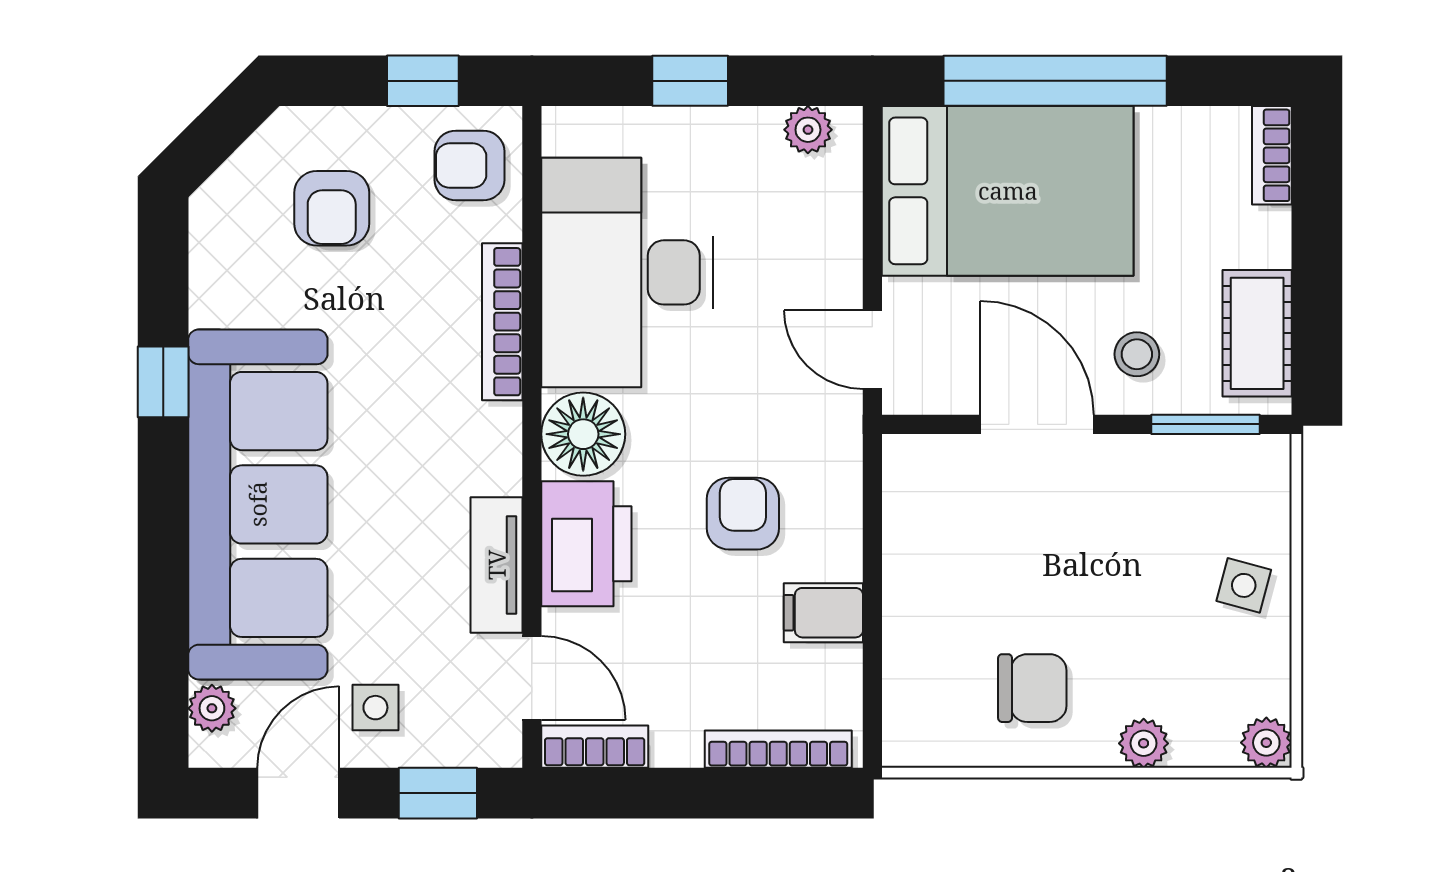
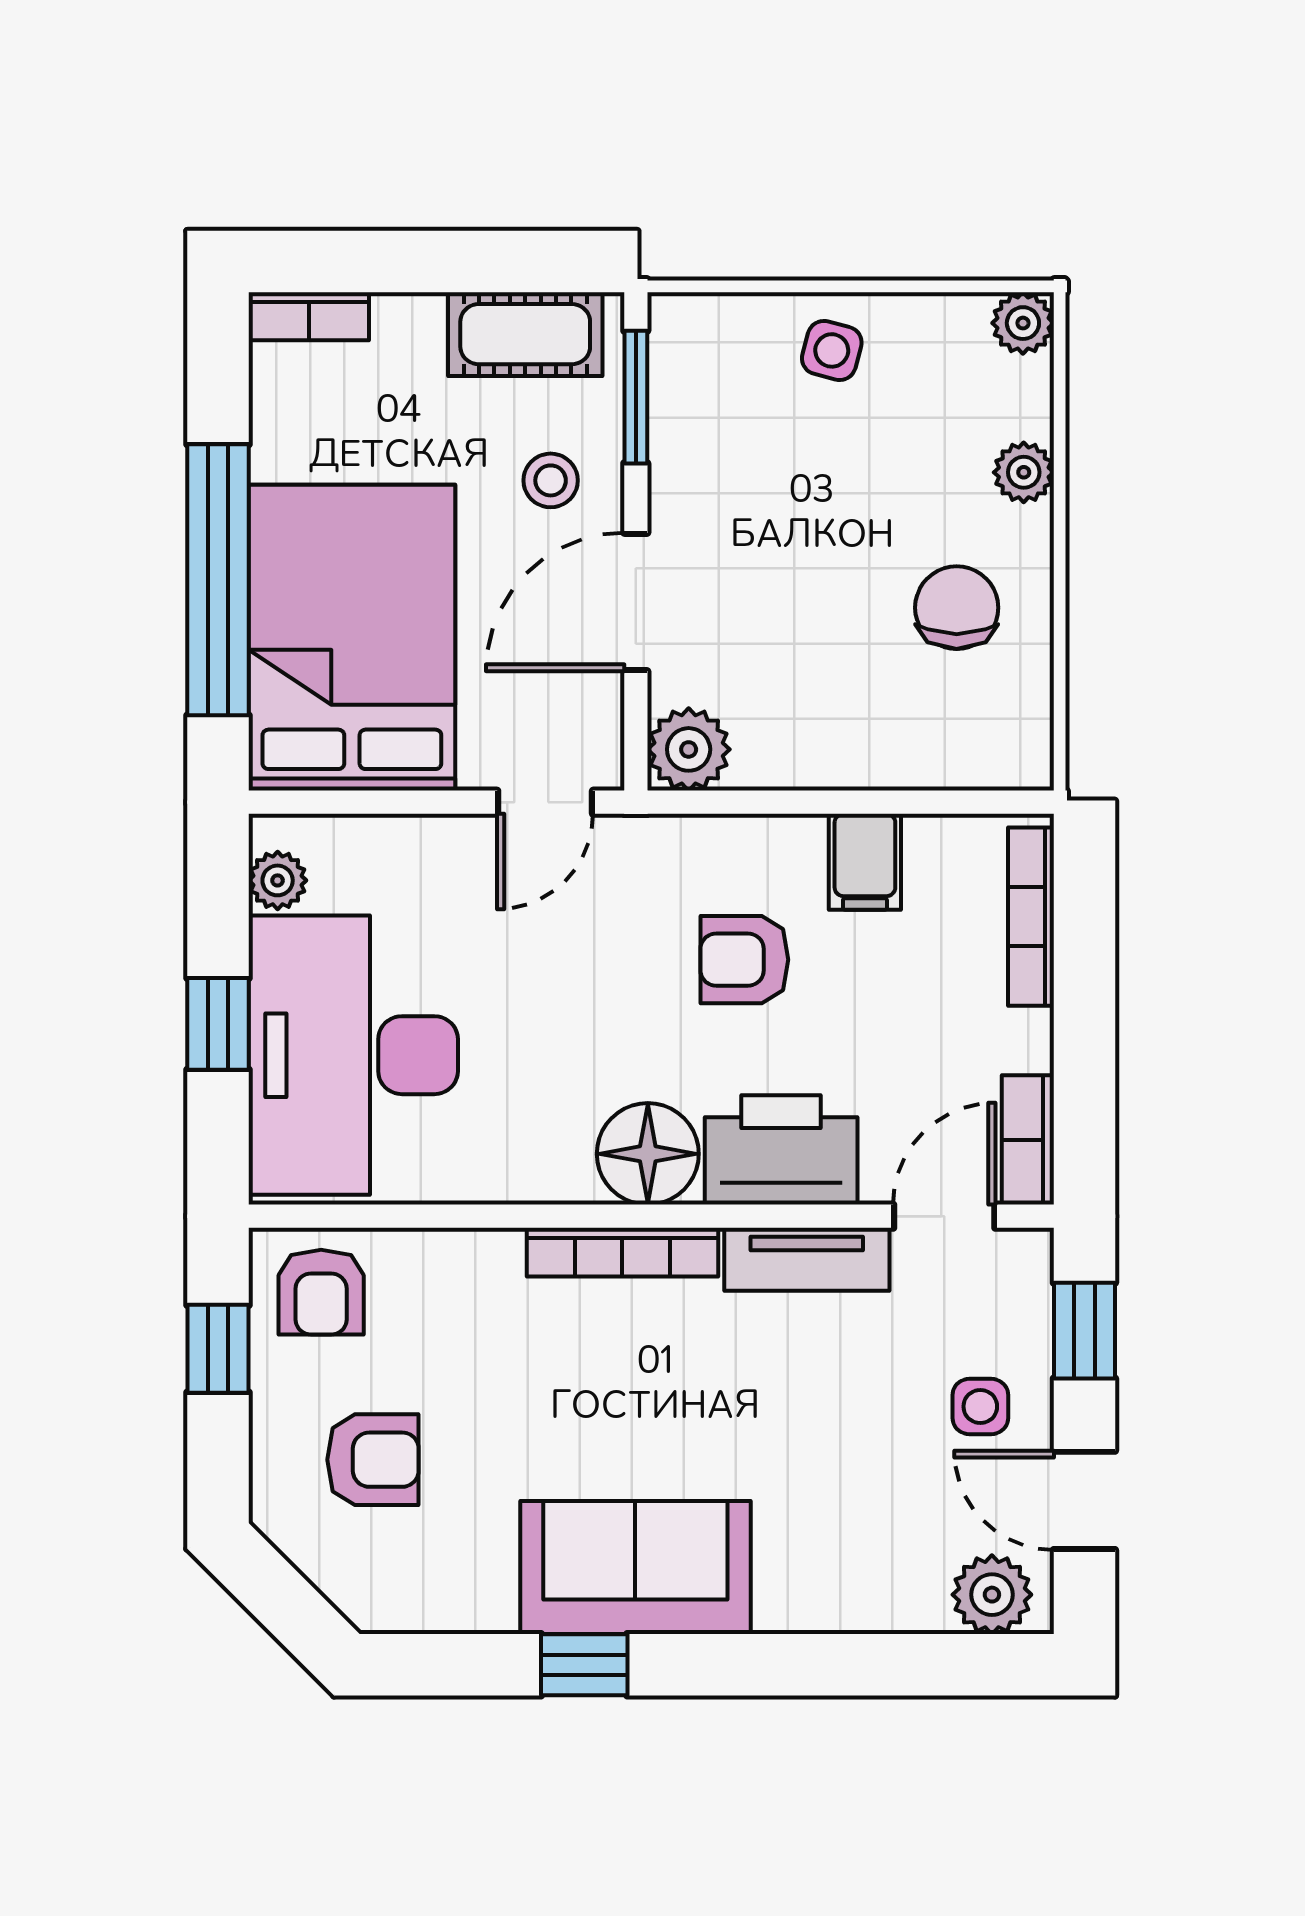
desk: (627, 272) -> (353, 1055), moved, turned 90
bookcase: (502, 322) -> (622, 1252), moved
plant: (916, 468) -> (689, 749), added
sofa: (258, 504) -> (635, 1568), width x0.54, depth x0.79
plant: (212, 708) -> (992, 1595), width x1.38, depth x1.38

